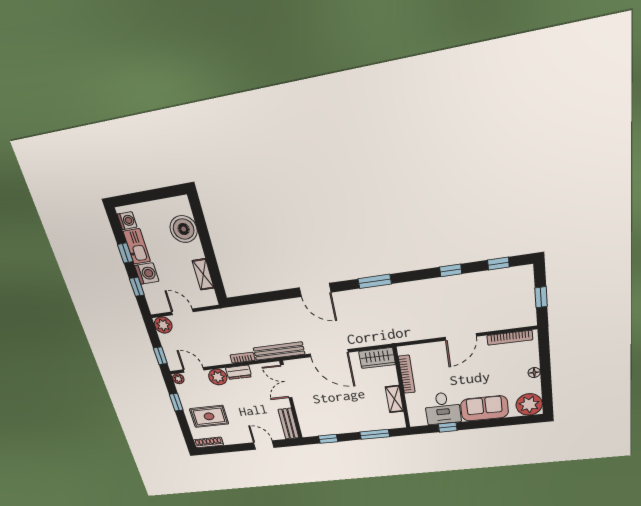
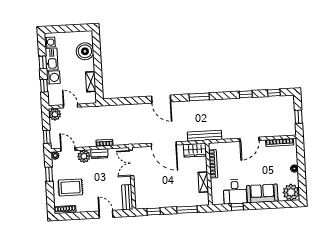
bench: (279, 351) -> (205, 136), moved

